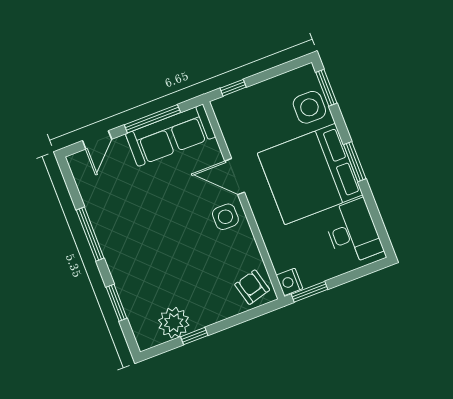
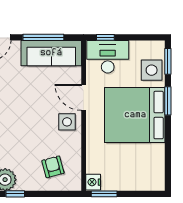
window: (355, 162) -> (168, 101), moved
desk: (353, 232) -> (108, 57), moved, turned -90
armchair: (252, 287) -> (53, 167), moved

